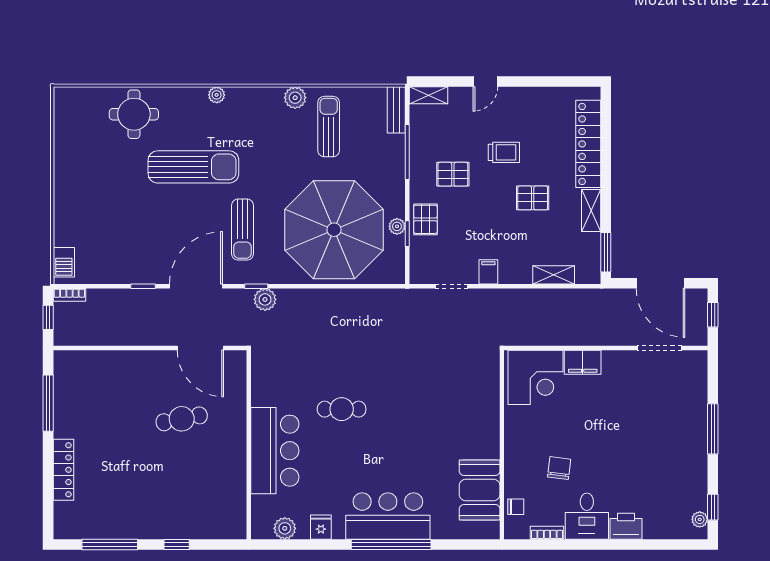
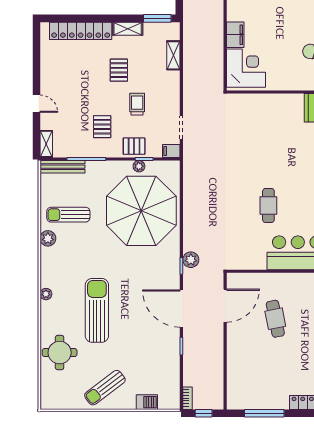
bench: (396, 110) -> (62, 167), width x1.36
trolley: (504, 152) -> (137, 104), moved
sun lounger: (243, 230) -> (105, 388), moved, turned 143
barbecue: (64, 262) -> (147, 402), moved
filing cabinet: (488, 272) -> (171, 151), moved

